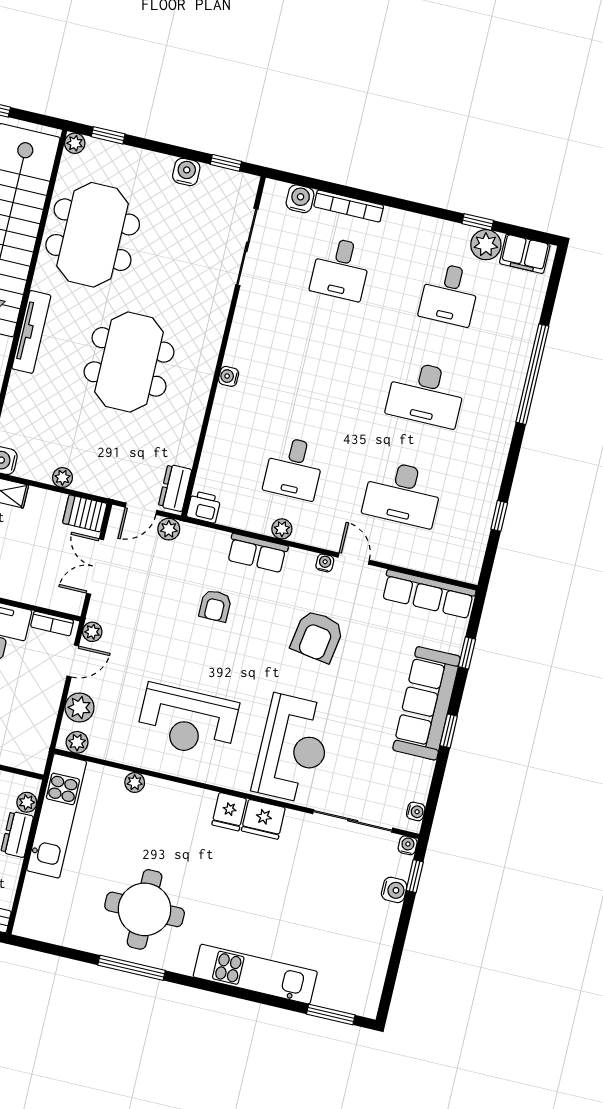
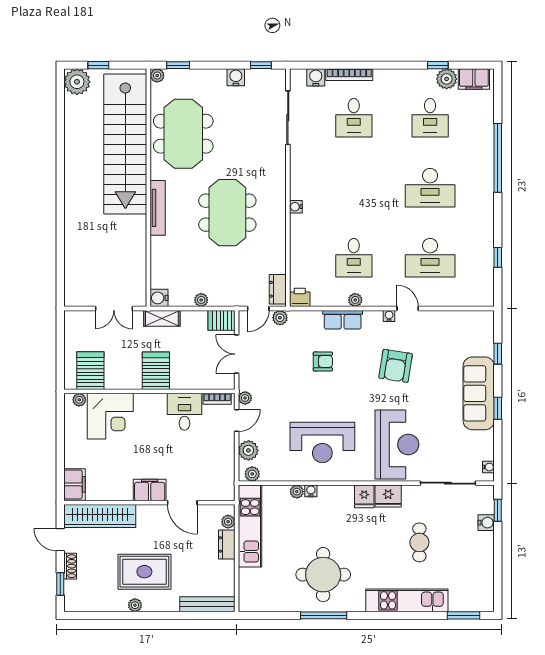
row of seats: (428, 594) -> (463, 320), removed
armchair: (215, 606) -> (323, 361), turned -90
water cooler: (408, 845) -> (311, 491), moved
cafe table: (292, 896) -> (419, 542), added

